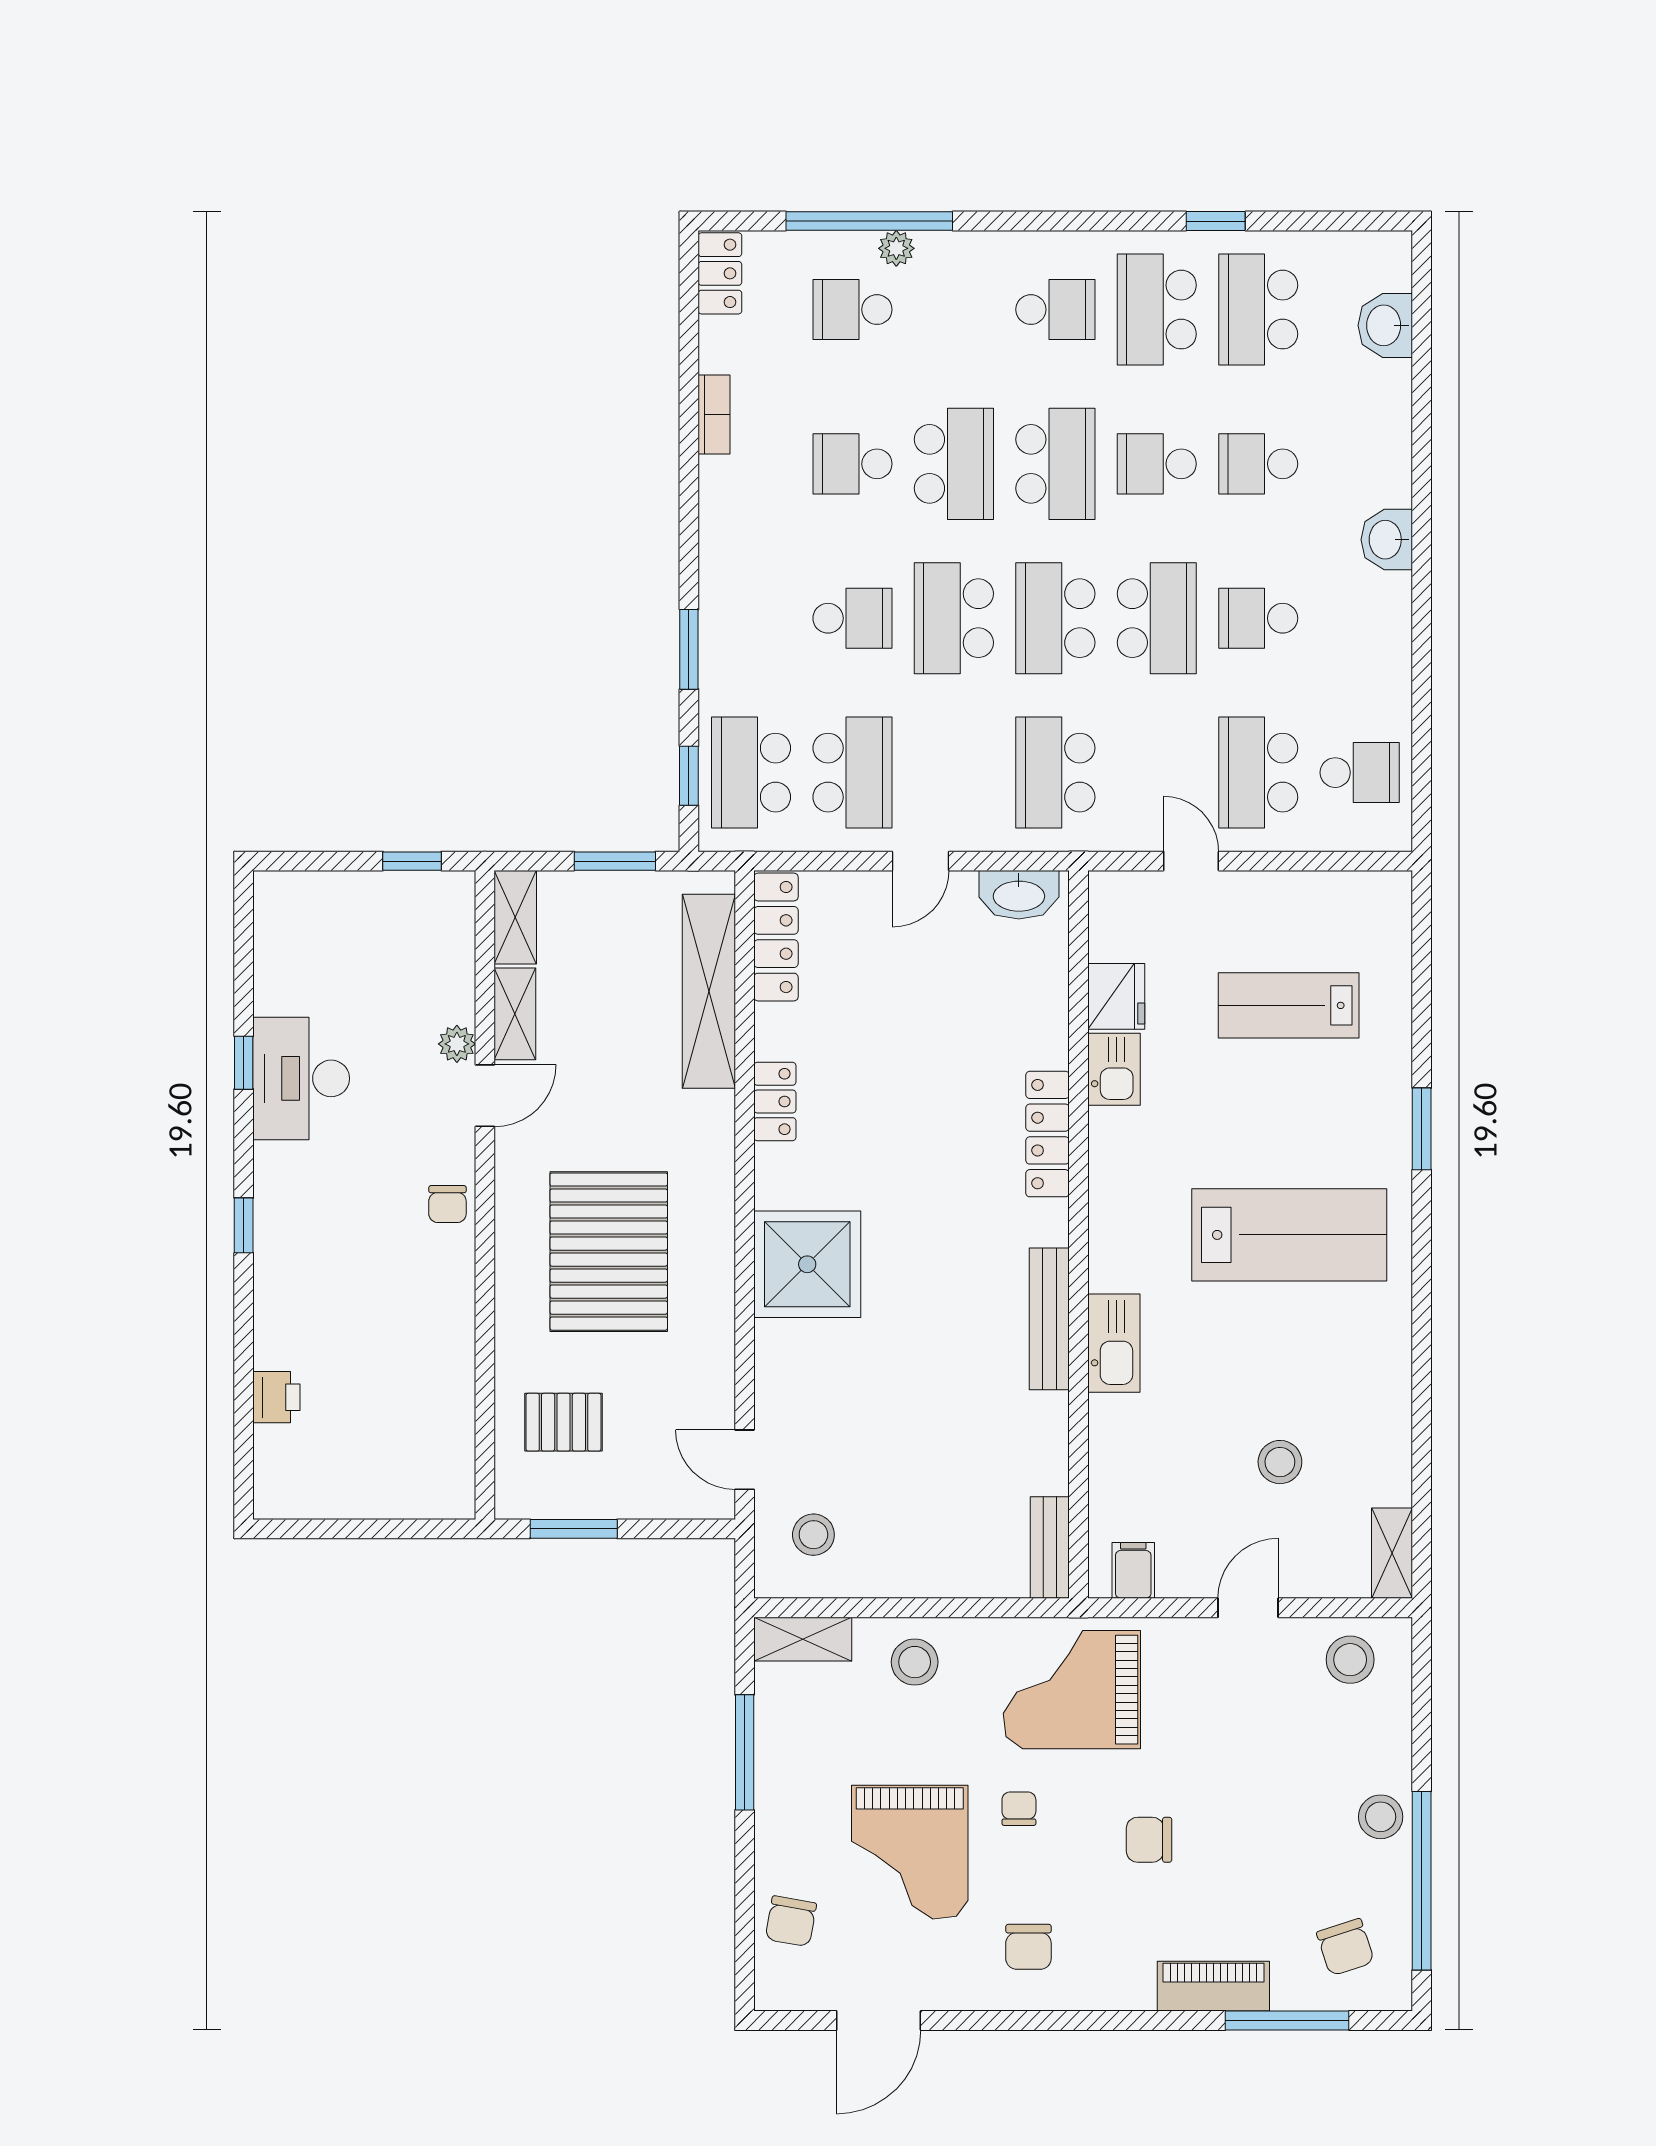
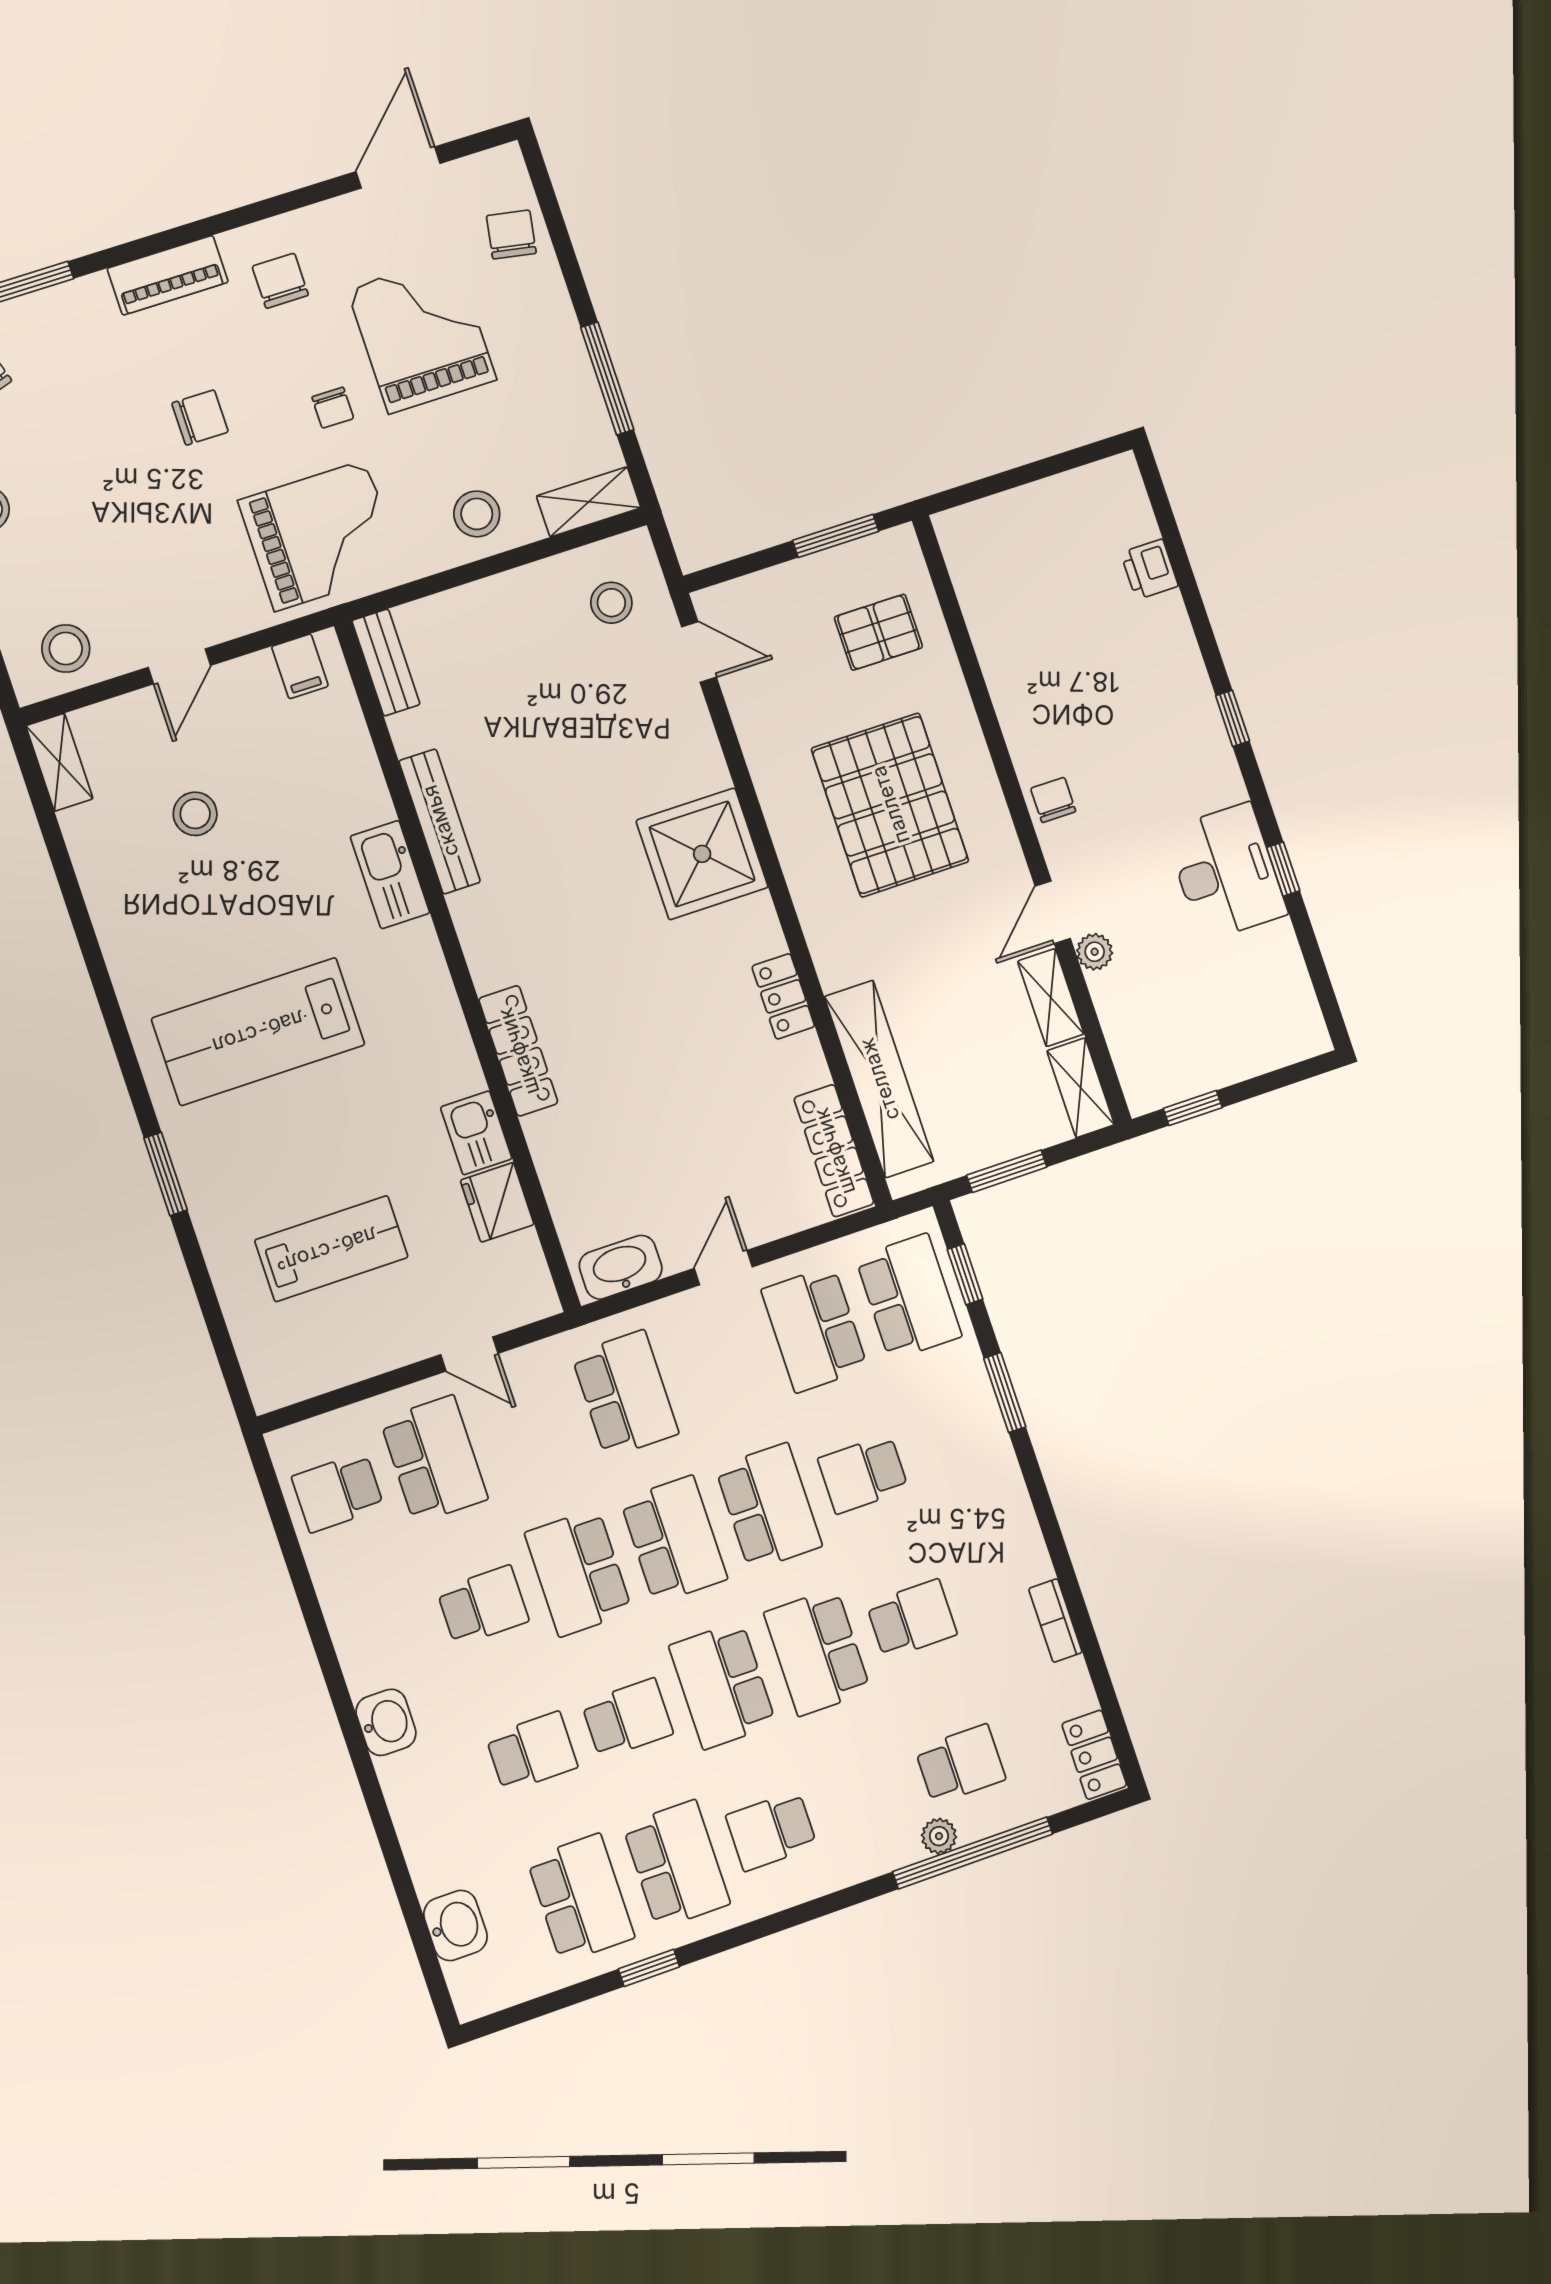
bench: (1049, 1319) -> (440, 821), moved
piano: (1213, 1986) -> (168, 275), moved

